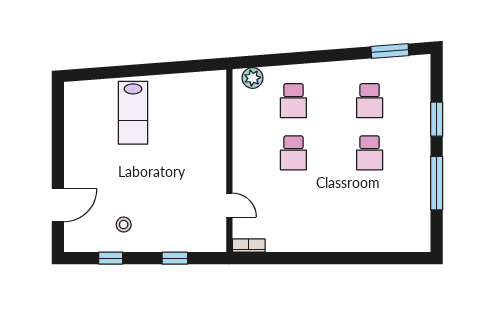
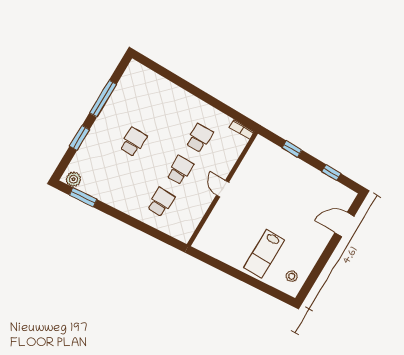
plant: (253, 78) -> (73, 179), moved
school desk: (370, 101) -> (199, 138), moved
lab bench: (133, 113) -> (264, 254), turned 180
door: (229, 205) -> (223, 189), moved
stool: (124, 225) -> (292, 276), moved

